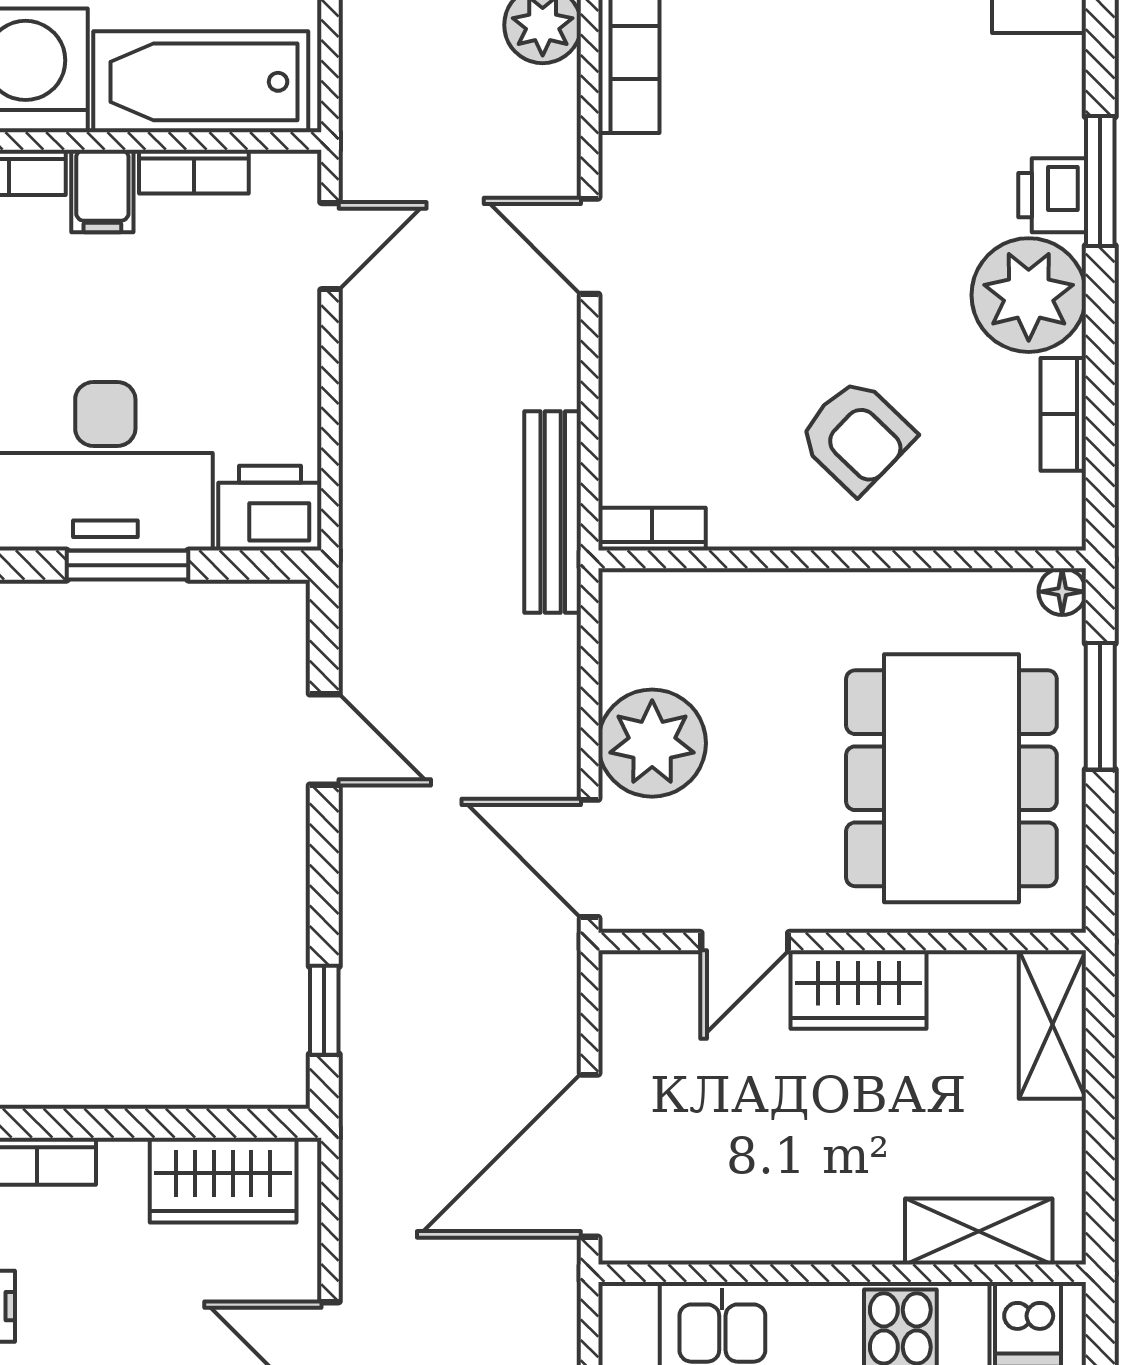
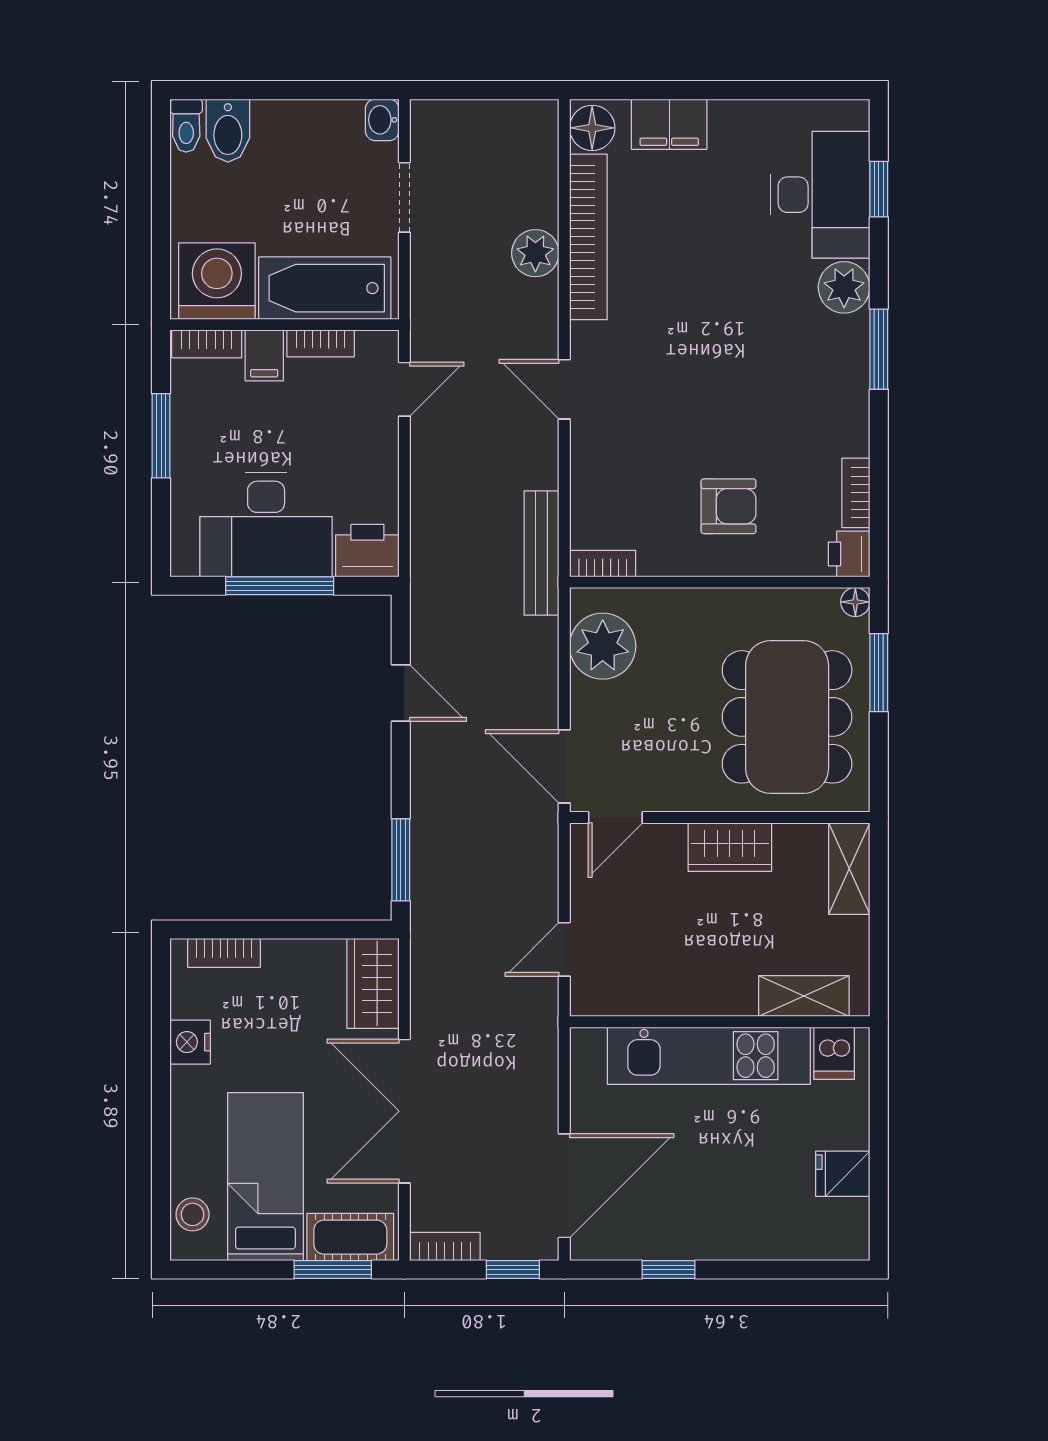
printer: (1052, 195) -> (849, 554), moved
plant: (1029, 295) -> (844, 287), moved, width x0.73, depth x0.73
armchair: (856, 436) -> (728, 506), turned -44
window: (127, 565) -> (280, 586), width x1.44
plant: (652, 743) -> (603, 646), moved
door: (745, 942) -> (615, 818), moved
window: (324, 1010) -> (401, 860), width x1.50
door: (590, 1156) -> (564, 949), width x0.53
wardrobe: (223, 1180) -> (373, 983), moved, turned 90

